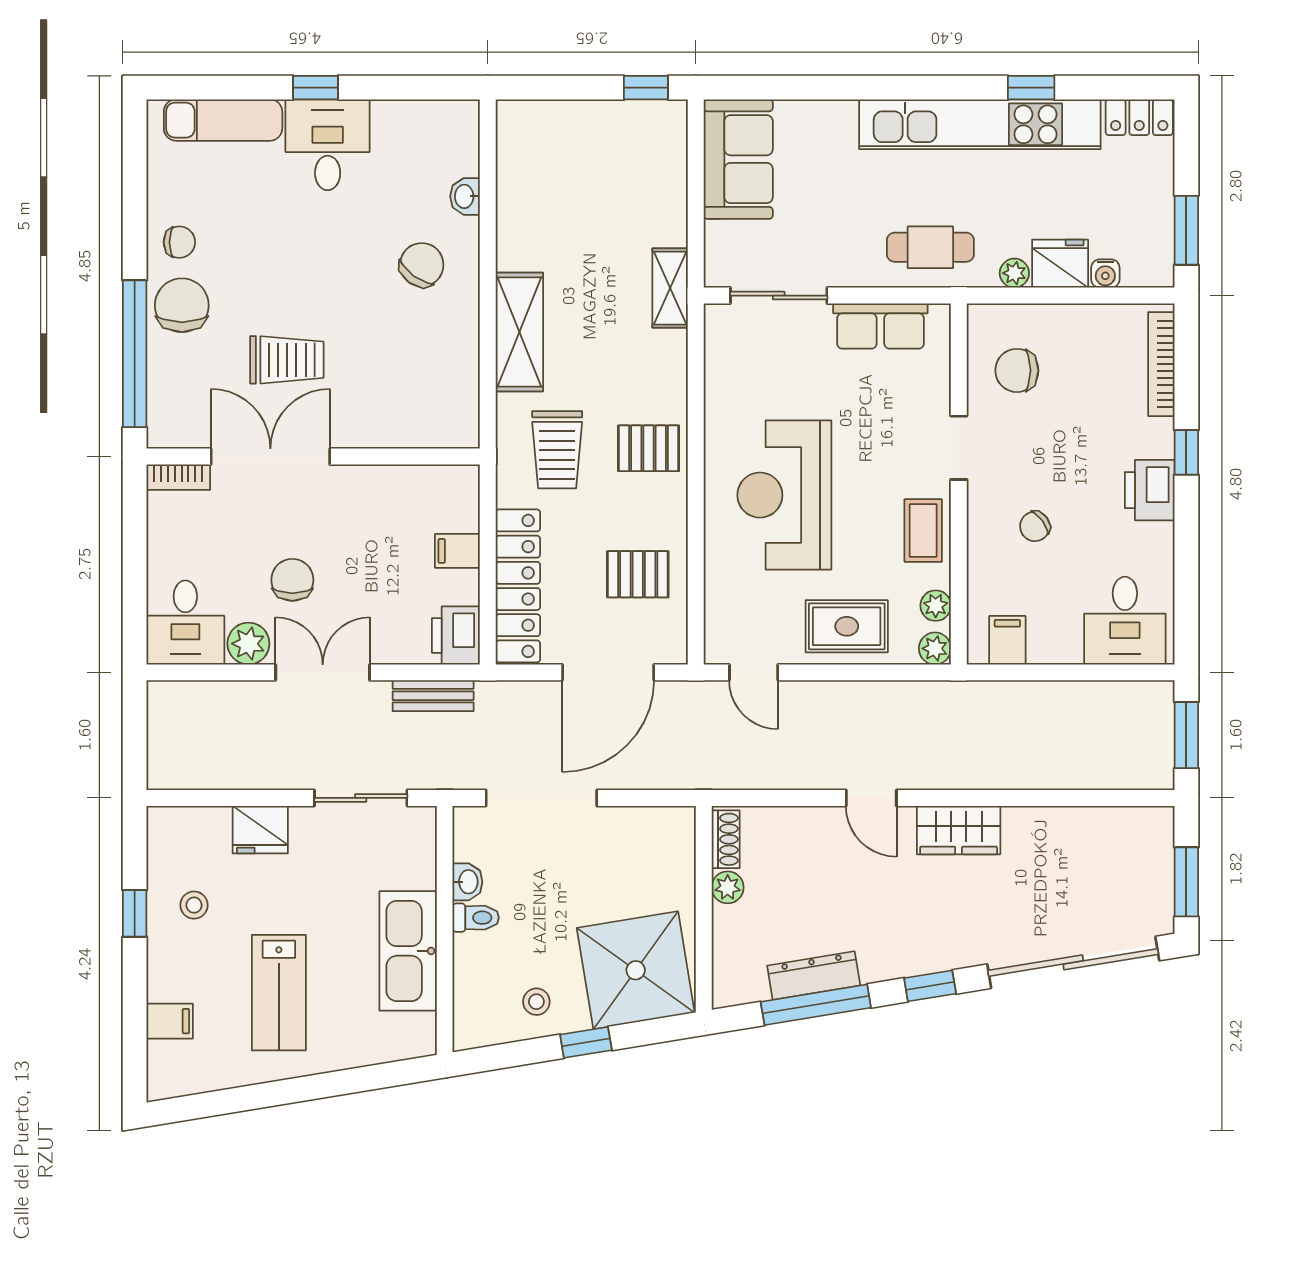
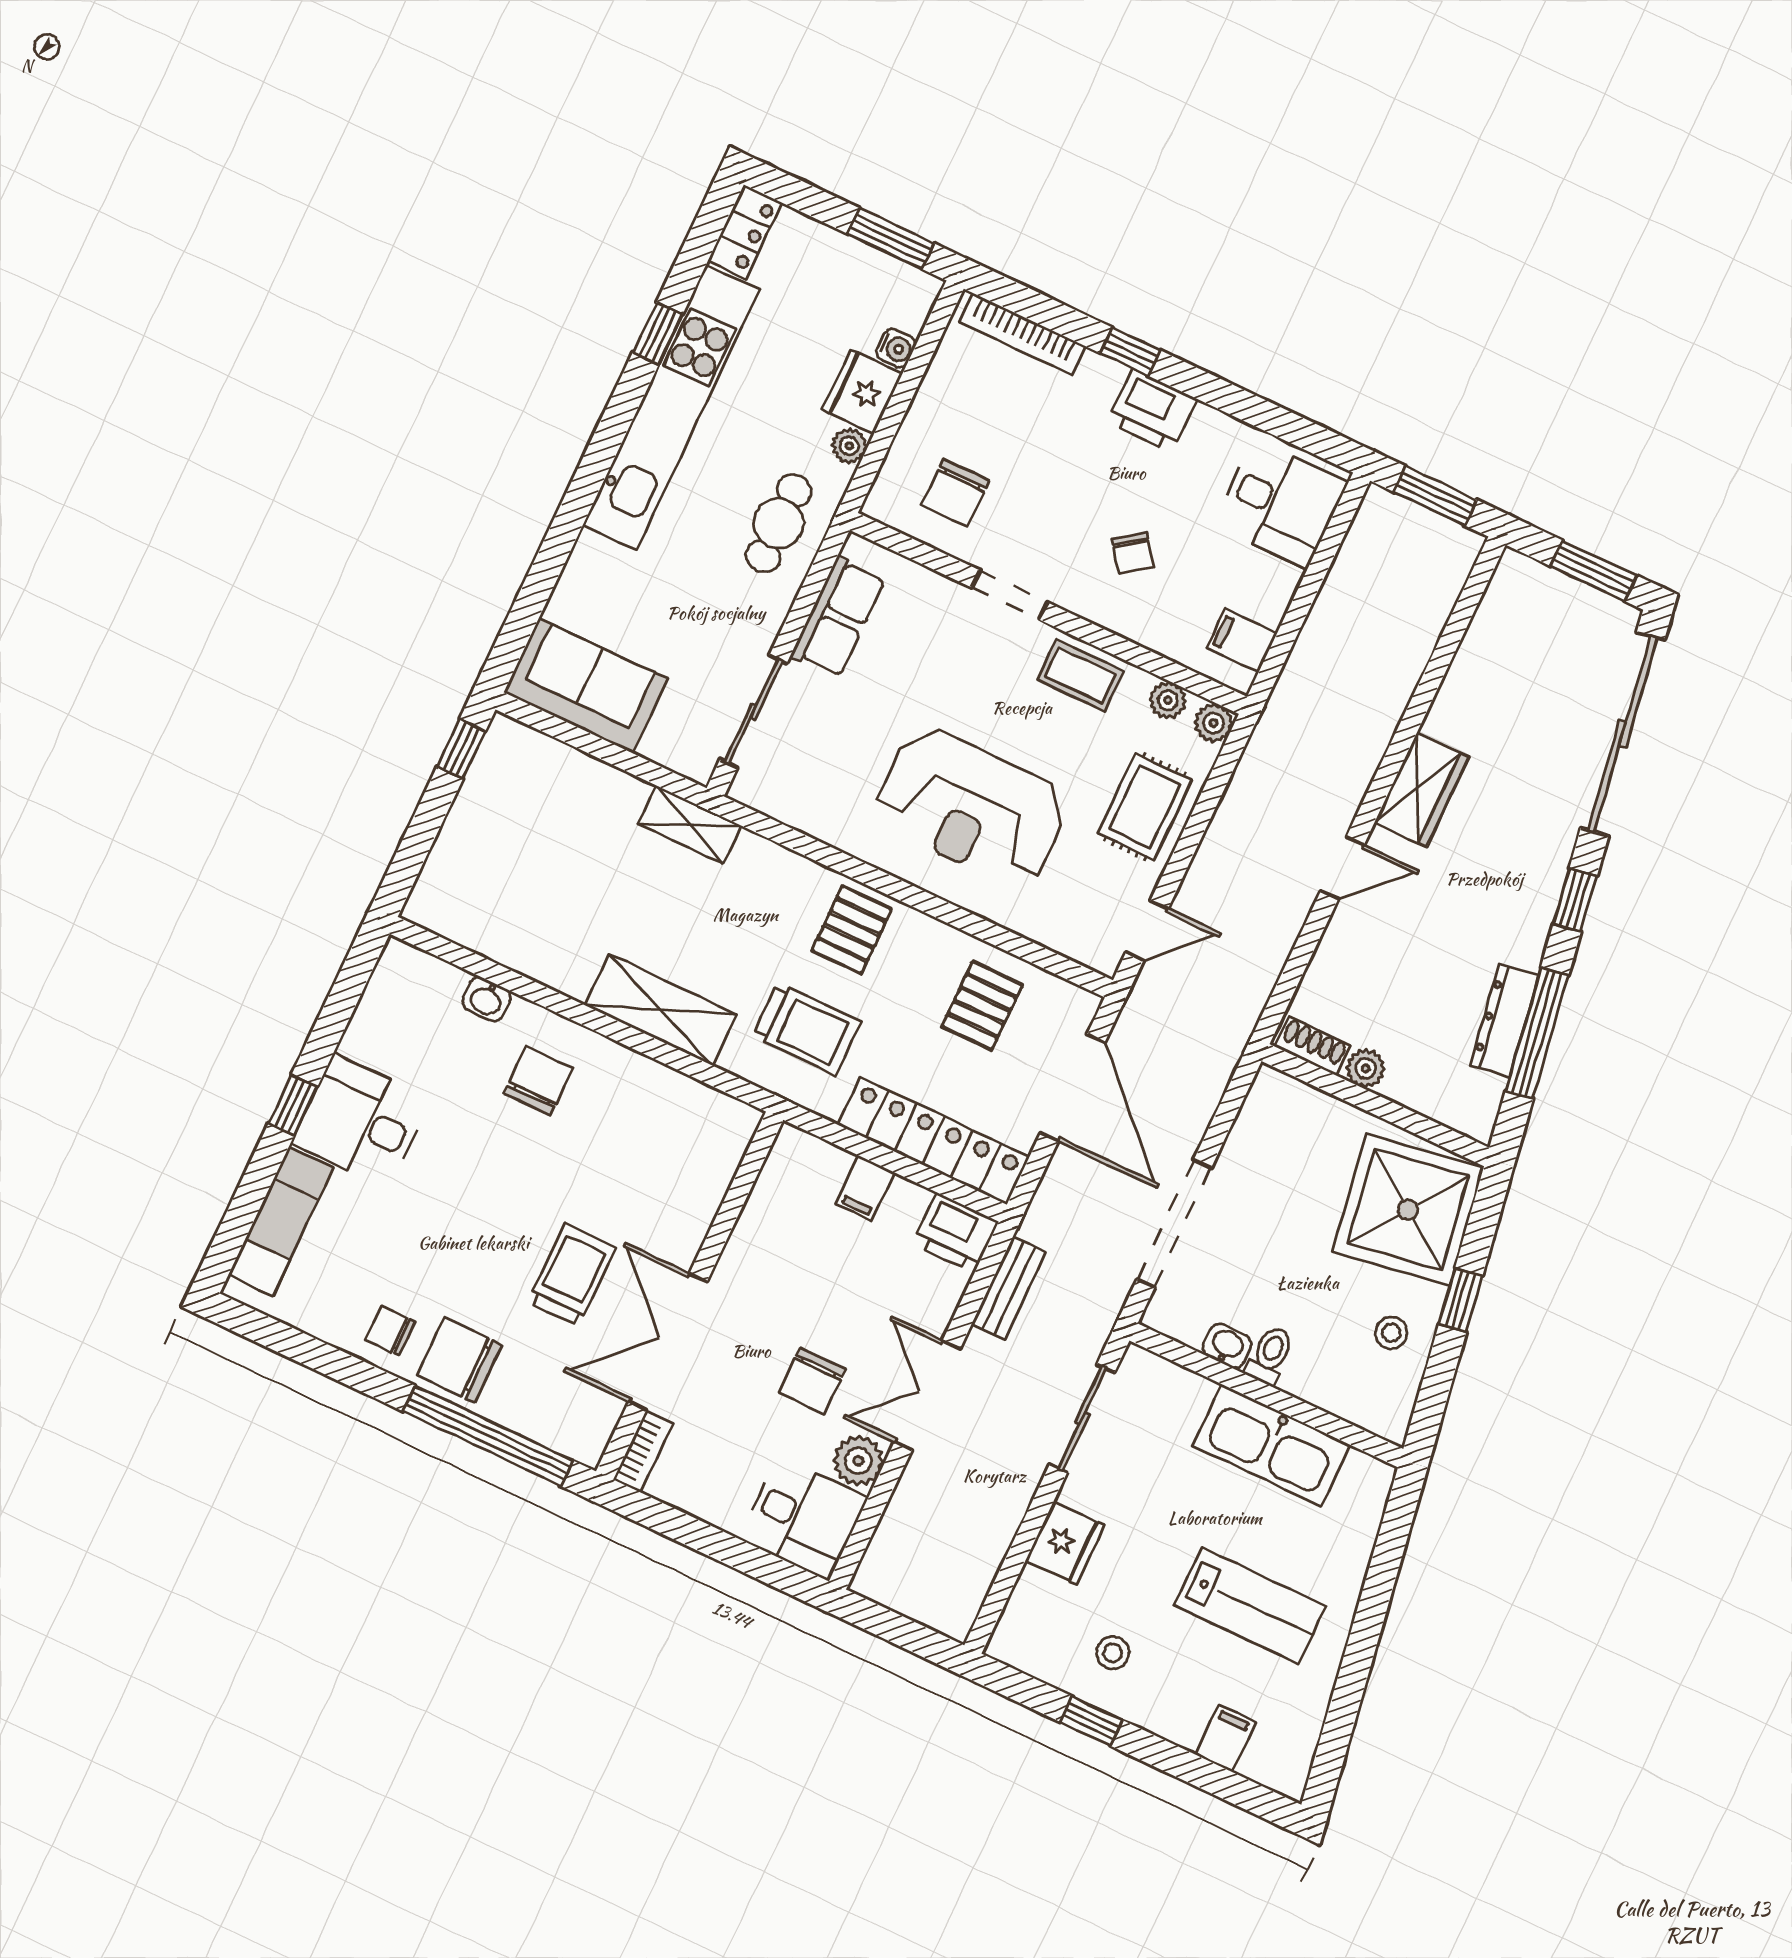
chair: (179, 242) -> (390, 1331), turned -90
chair: (422, 265) -> (538, 1081), turned 54
chair: (292, 580) -> (812, 1381), turned -90

